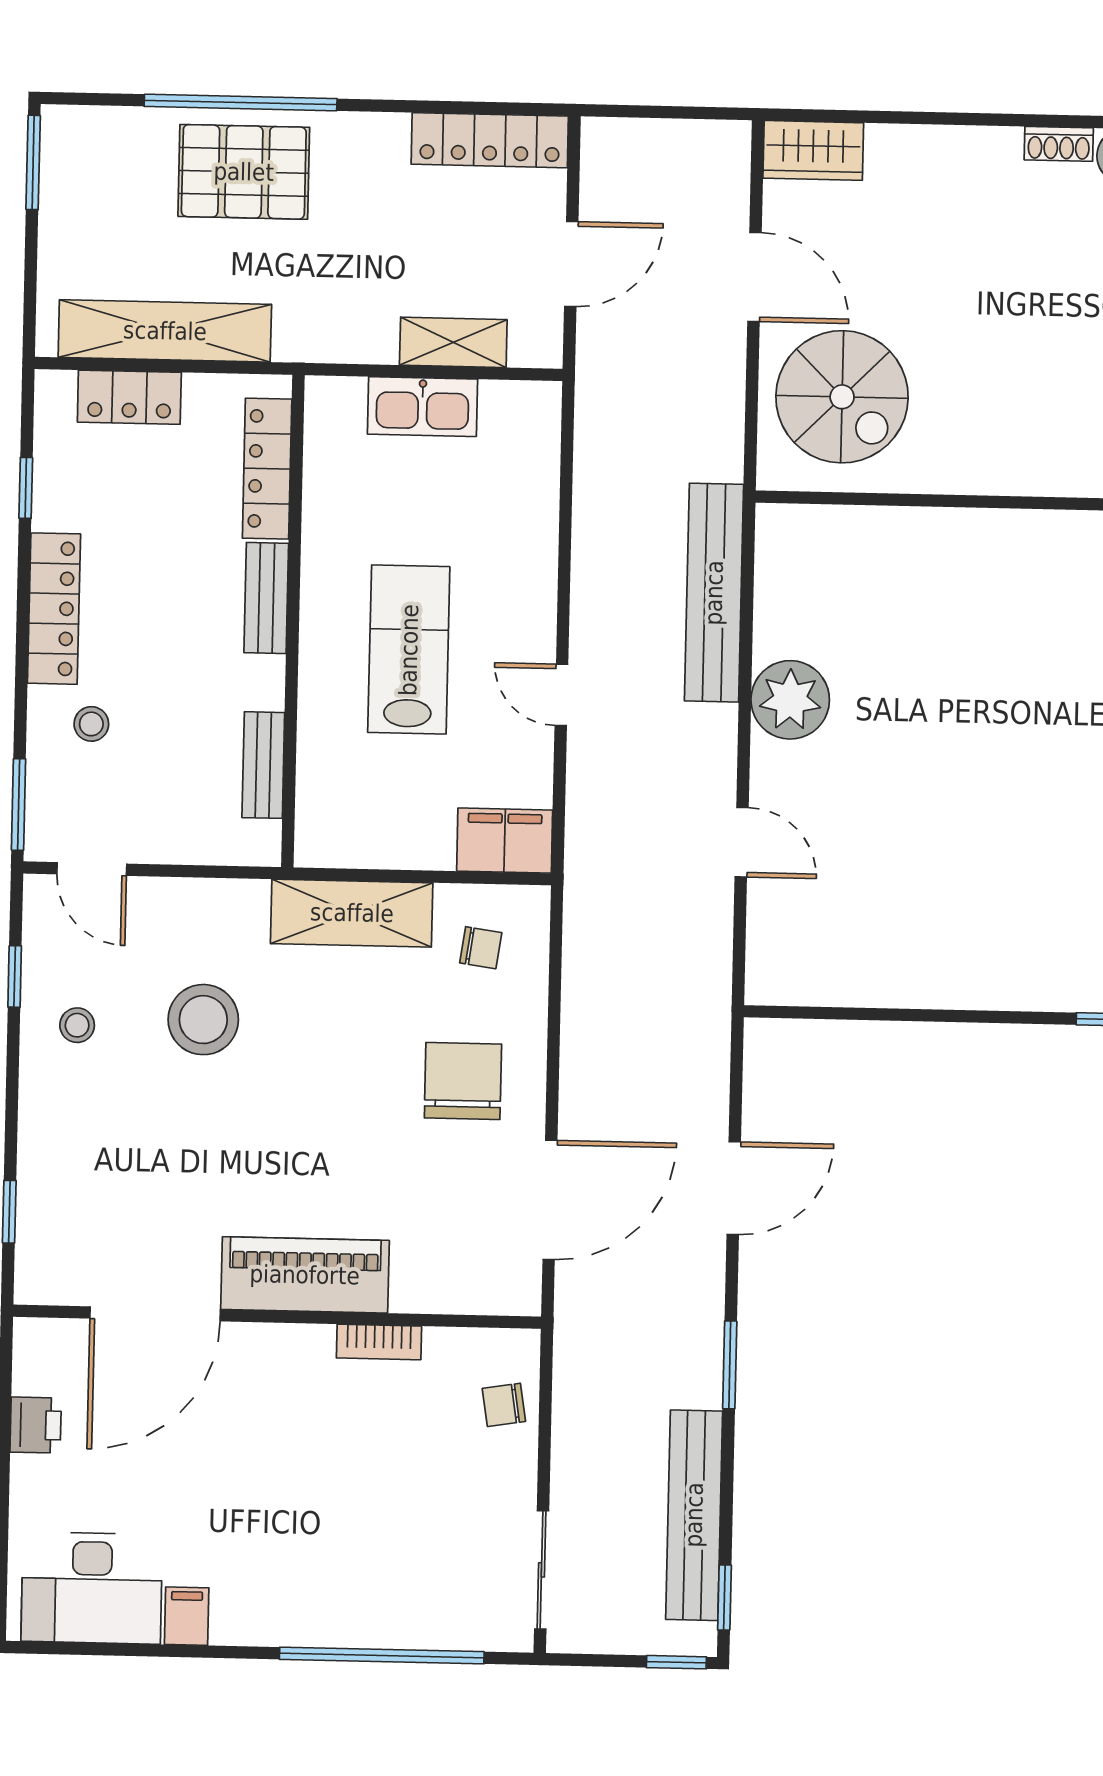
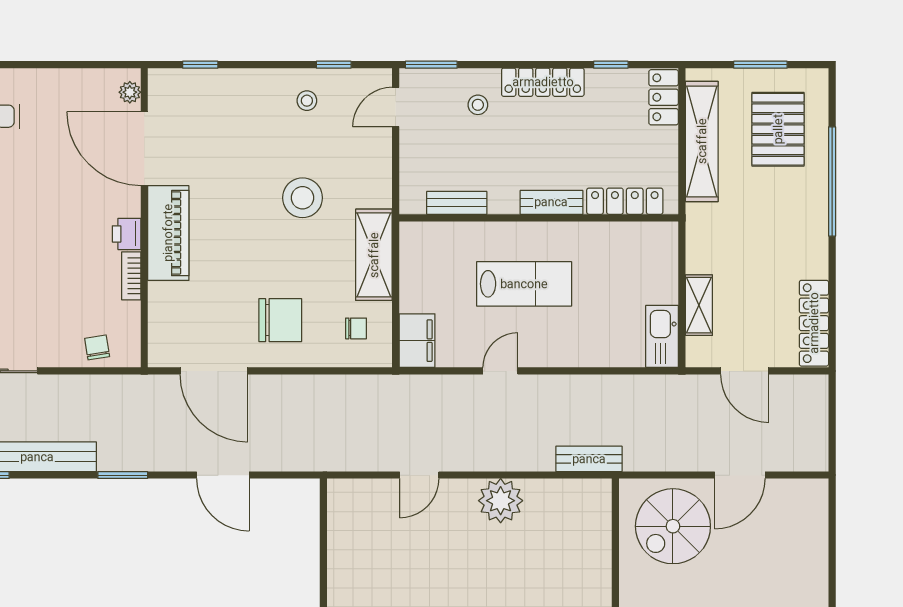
wardrobe: (813, 150) -> (812, 507), removed
window: (33, 162) -> (760, 65), moved
pallet: (244, 172) -> (778, 129), moved
locker: (129, 397) -> (664, 97), moved
kitchen sink: (422, 407) -> (662, 336), moved
bench: (714, 593) -> (589, 459), width x0.54, depth x0.82
chair: (481, 948) -> (356, 328), turned -98
stool: (203, 1020) -> (303, 198), moved
plant: (55, 1337) -> (130, 92), added
printer: (36, 1425) -> (127, 234), moved, turned 90

